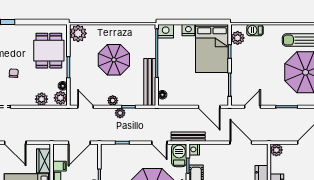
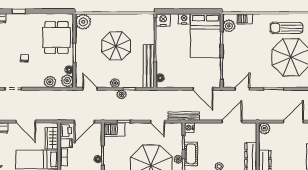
door: (241, 143) -> (232, 122), hinge flipped
printer: (59, 153) -> (66, 131), added
barbecue: (179, 155) -> (114, 129), moved, turned -90

